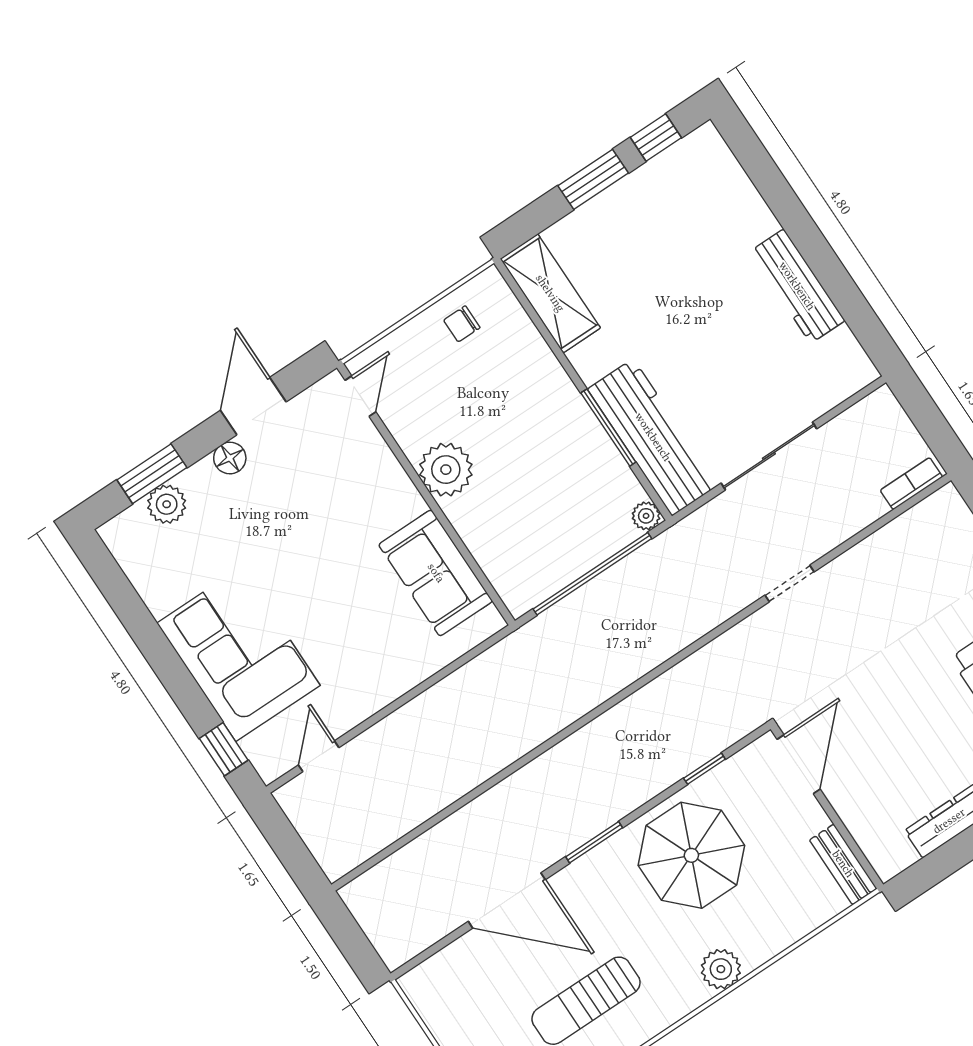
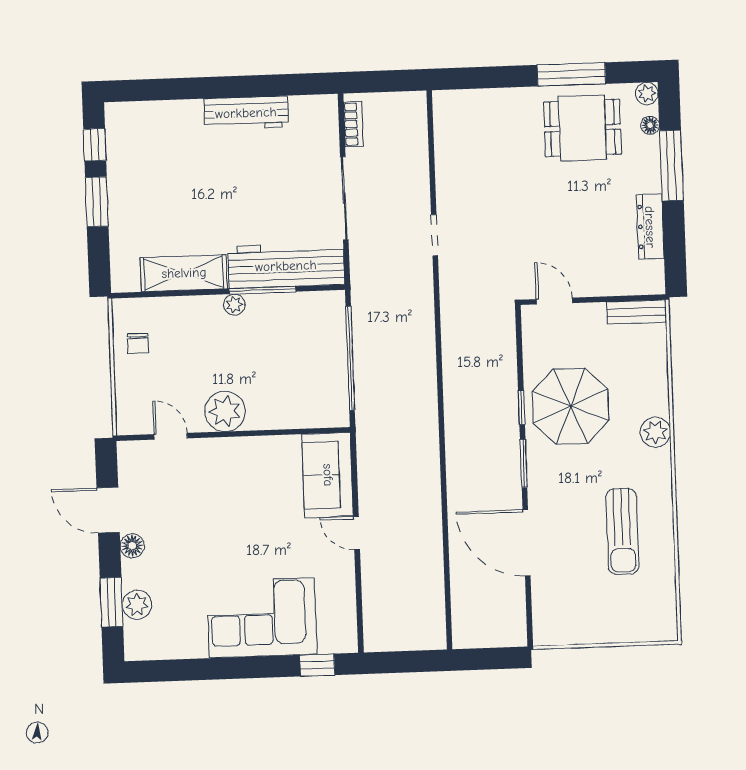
shelving: (550, 293) -> (184, 273), moved
door: (360, 396) -> (171, 436), moved
bookcase: (911, 484) -> (353, 124), moved, turned 180
plant: (646, 516) -> (234, 305), moved
sofa: (436, 573) -> (328, 475), moved, turned 90
door: (319, 756) -> (357, 533), moved
door: (799, 764) -> (554, 301), width x0.73
window: (704, 769) -> (522, 407), moved
door: (507, 900) -> (526, 543), swing flipped

